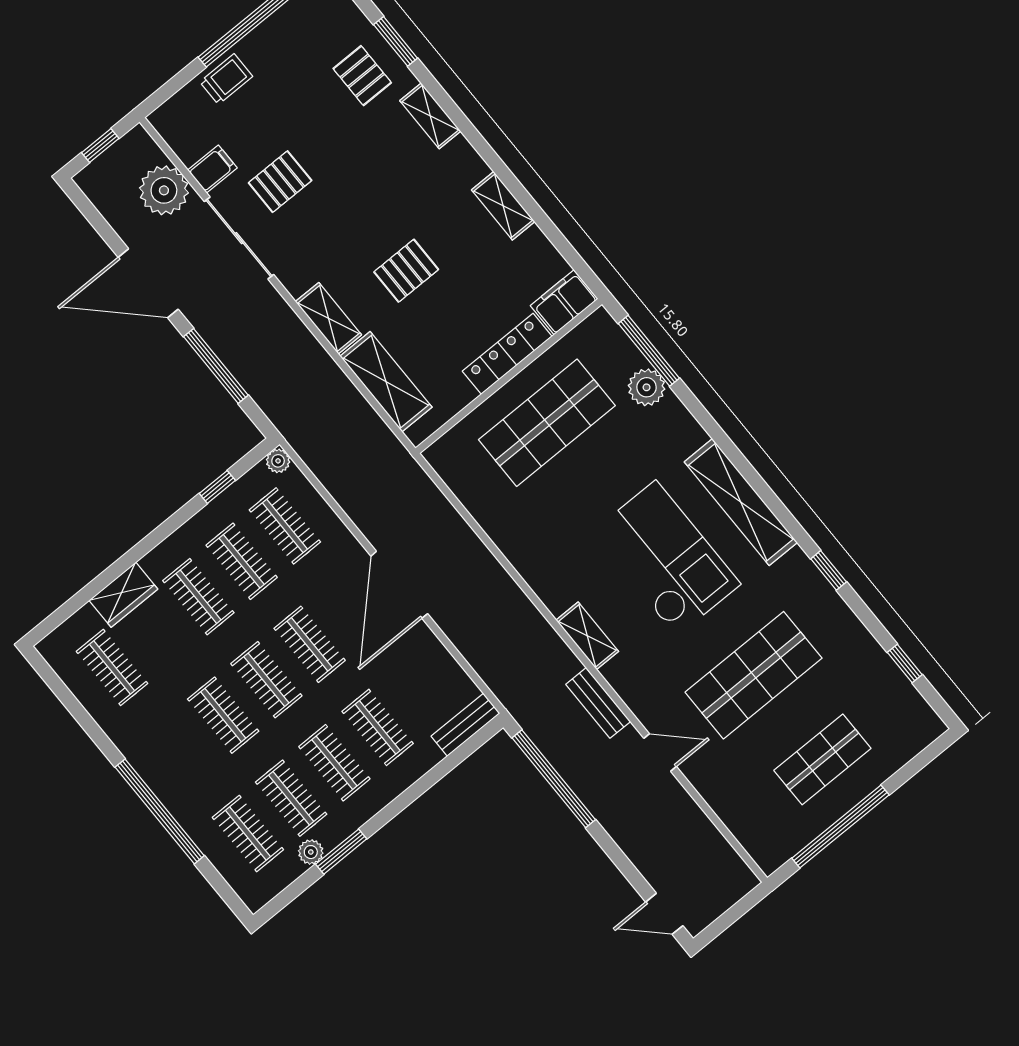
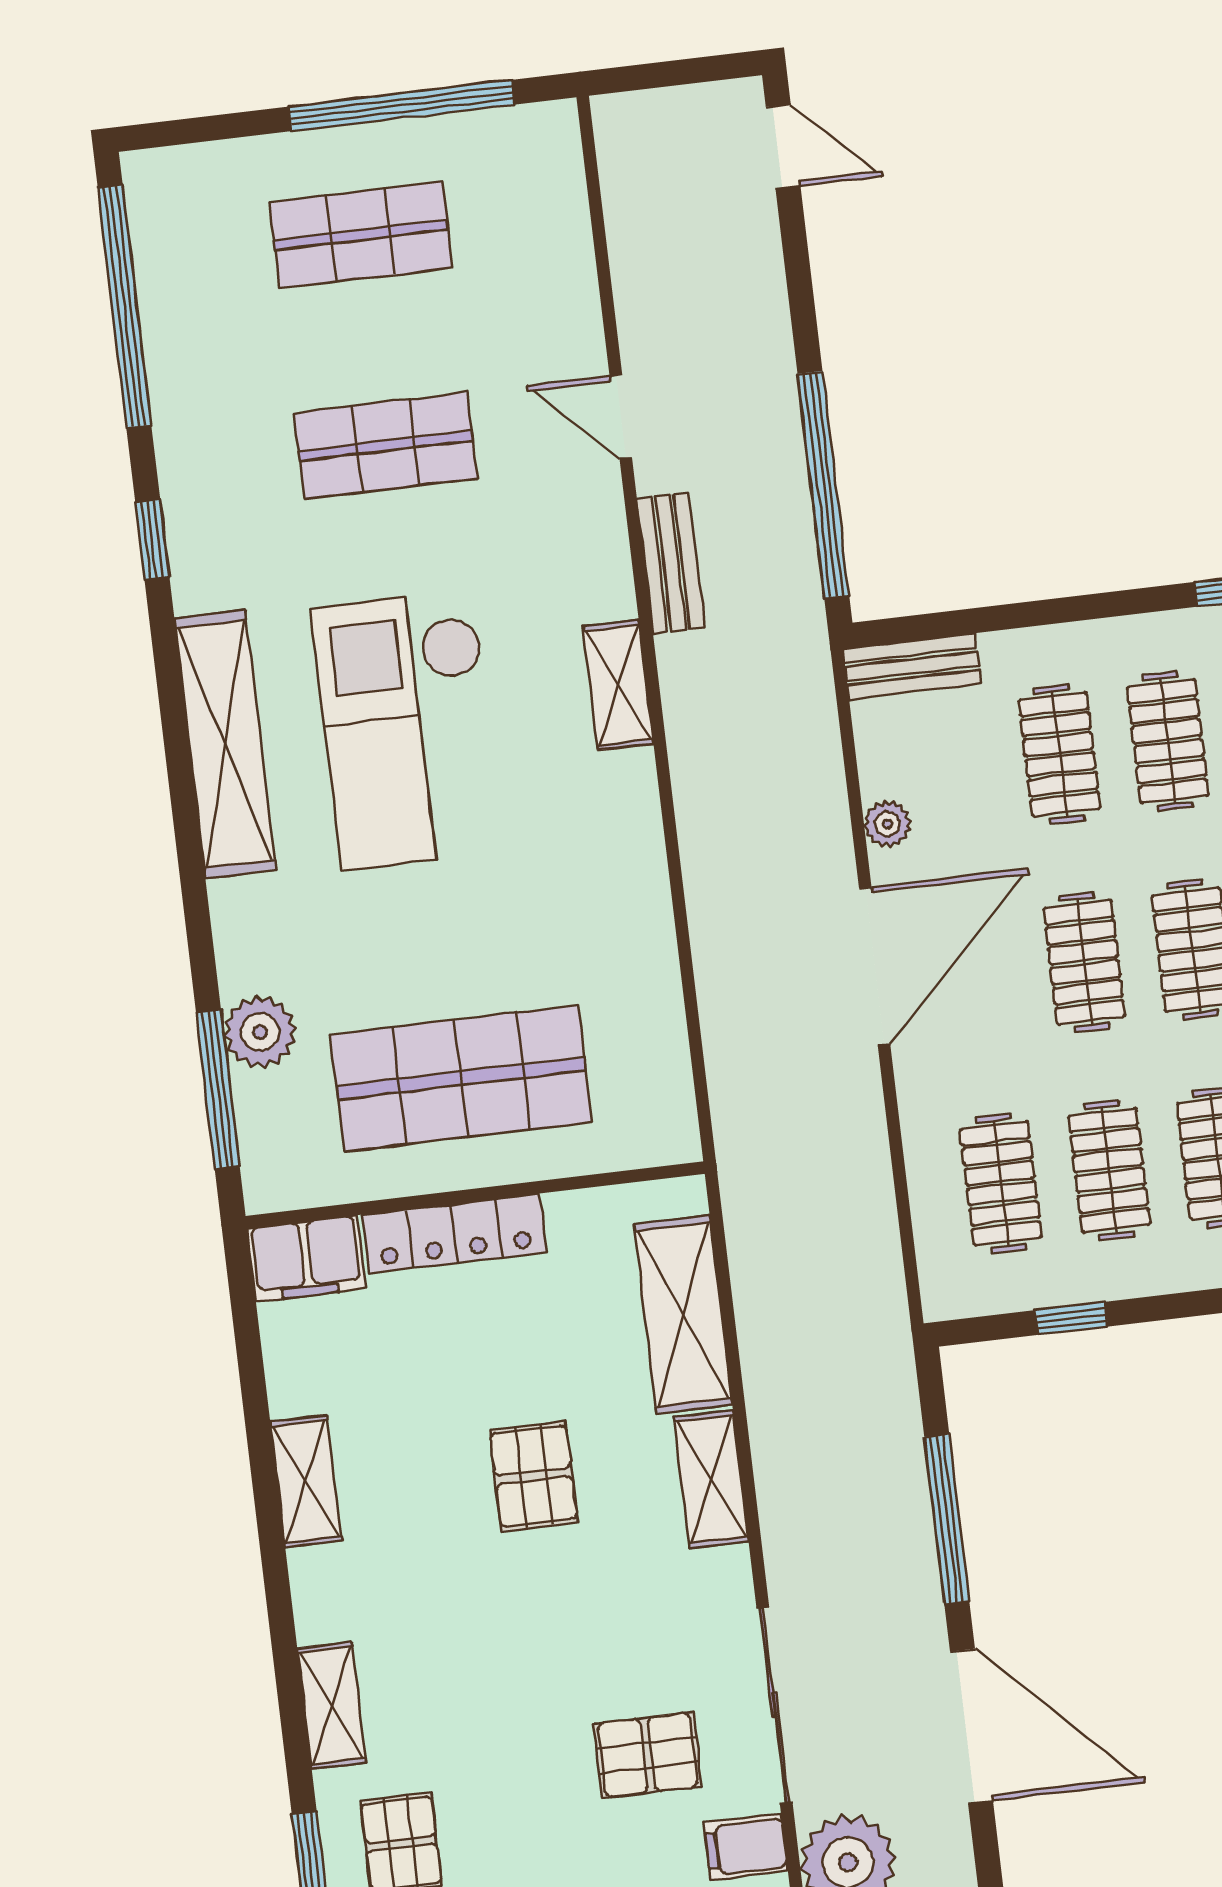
pallet: (406, 271) -> (533, 1476), turned 90
plant: (278, 461) -> (887, 824), moved
window: (905, 663) -> (125, 306), width x3.17
shop shelf: (754, 675) -> (386, 446), width x0.70, depth x0.74

